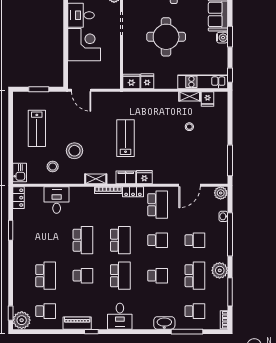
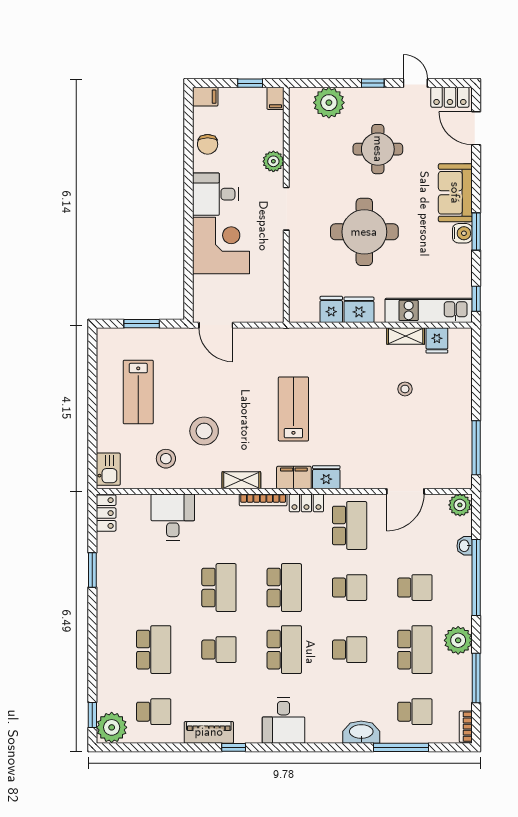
fridge: (131, 81) -> (359, 310), moved

